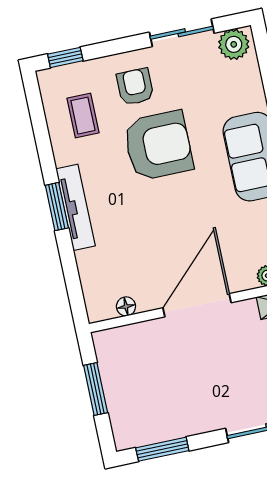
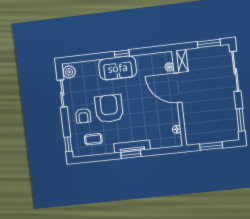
armchair: (135, 87) -> (83, 116), turned -90
door: (197, 305) -> (178, 88), moved

